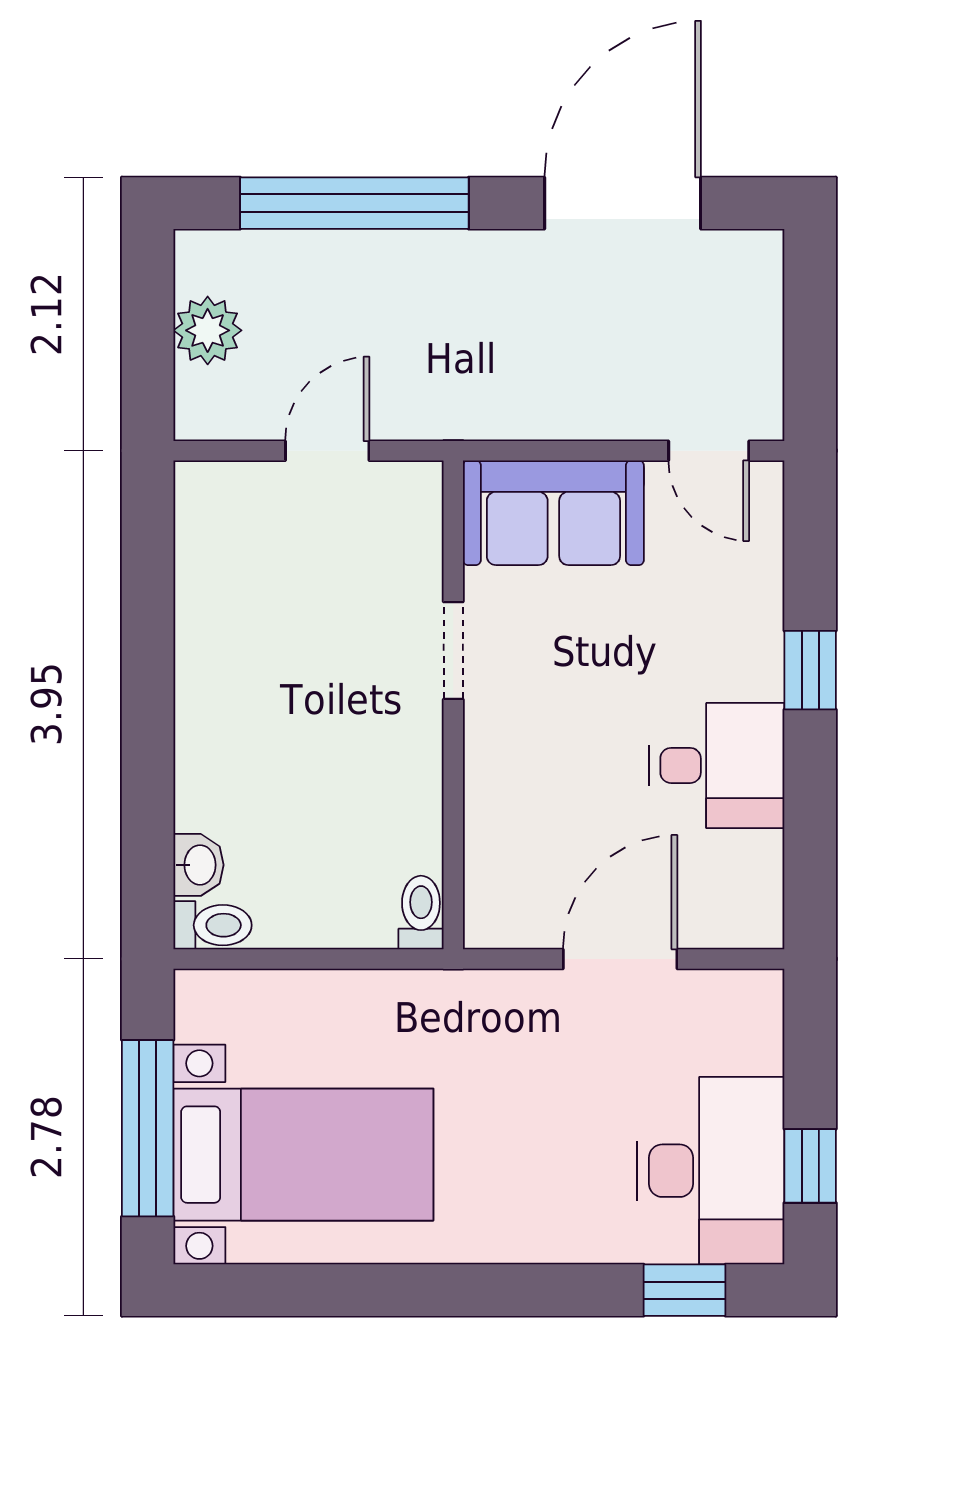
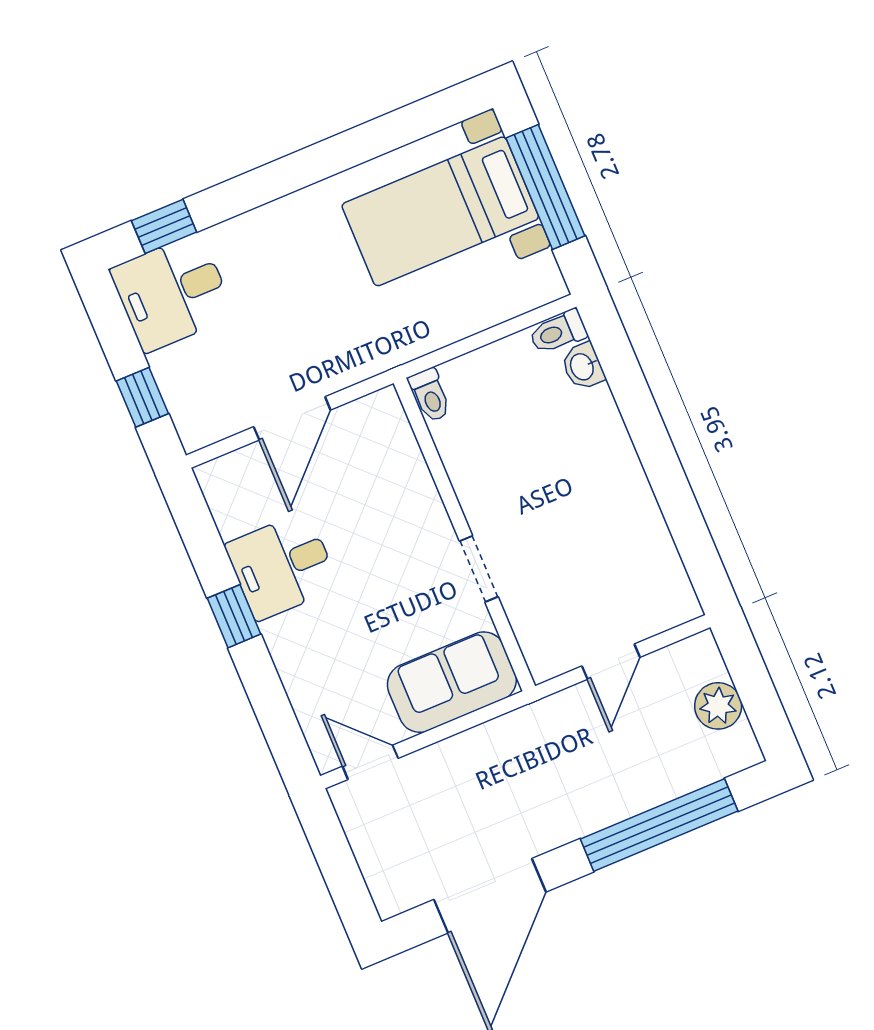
window: (810, 670) -> (234, 616), moved
window: (810, 1166) -> (142, 397), moved
desk: (711, 1171) -> (172, 293), width x0.73

